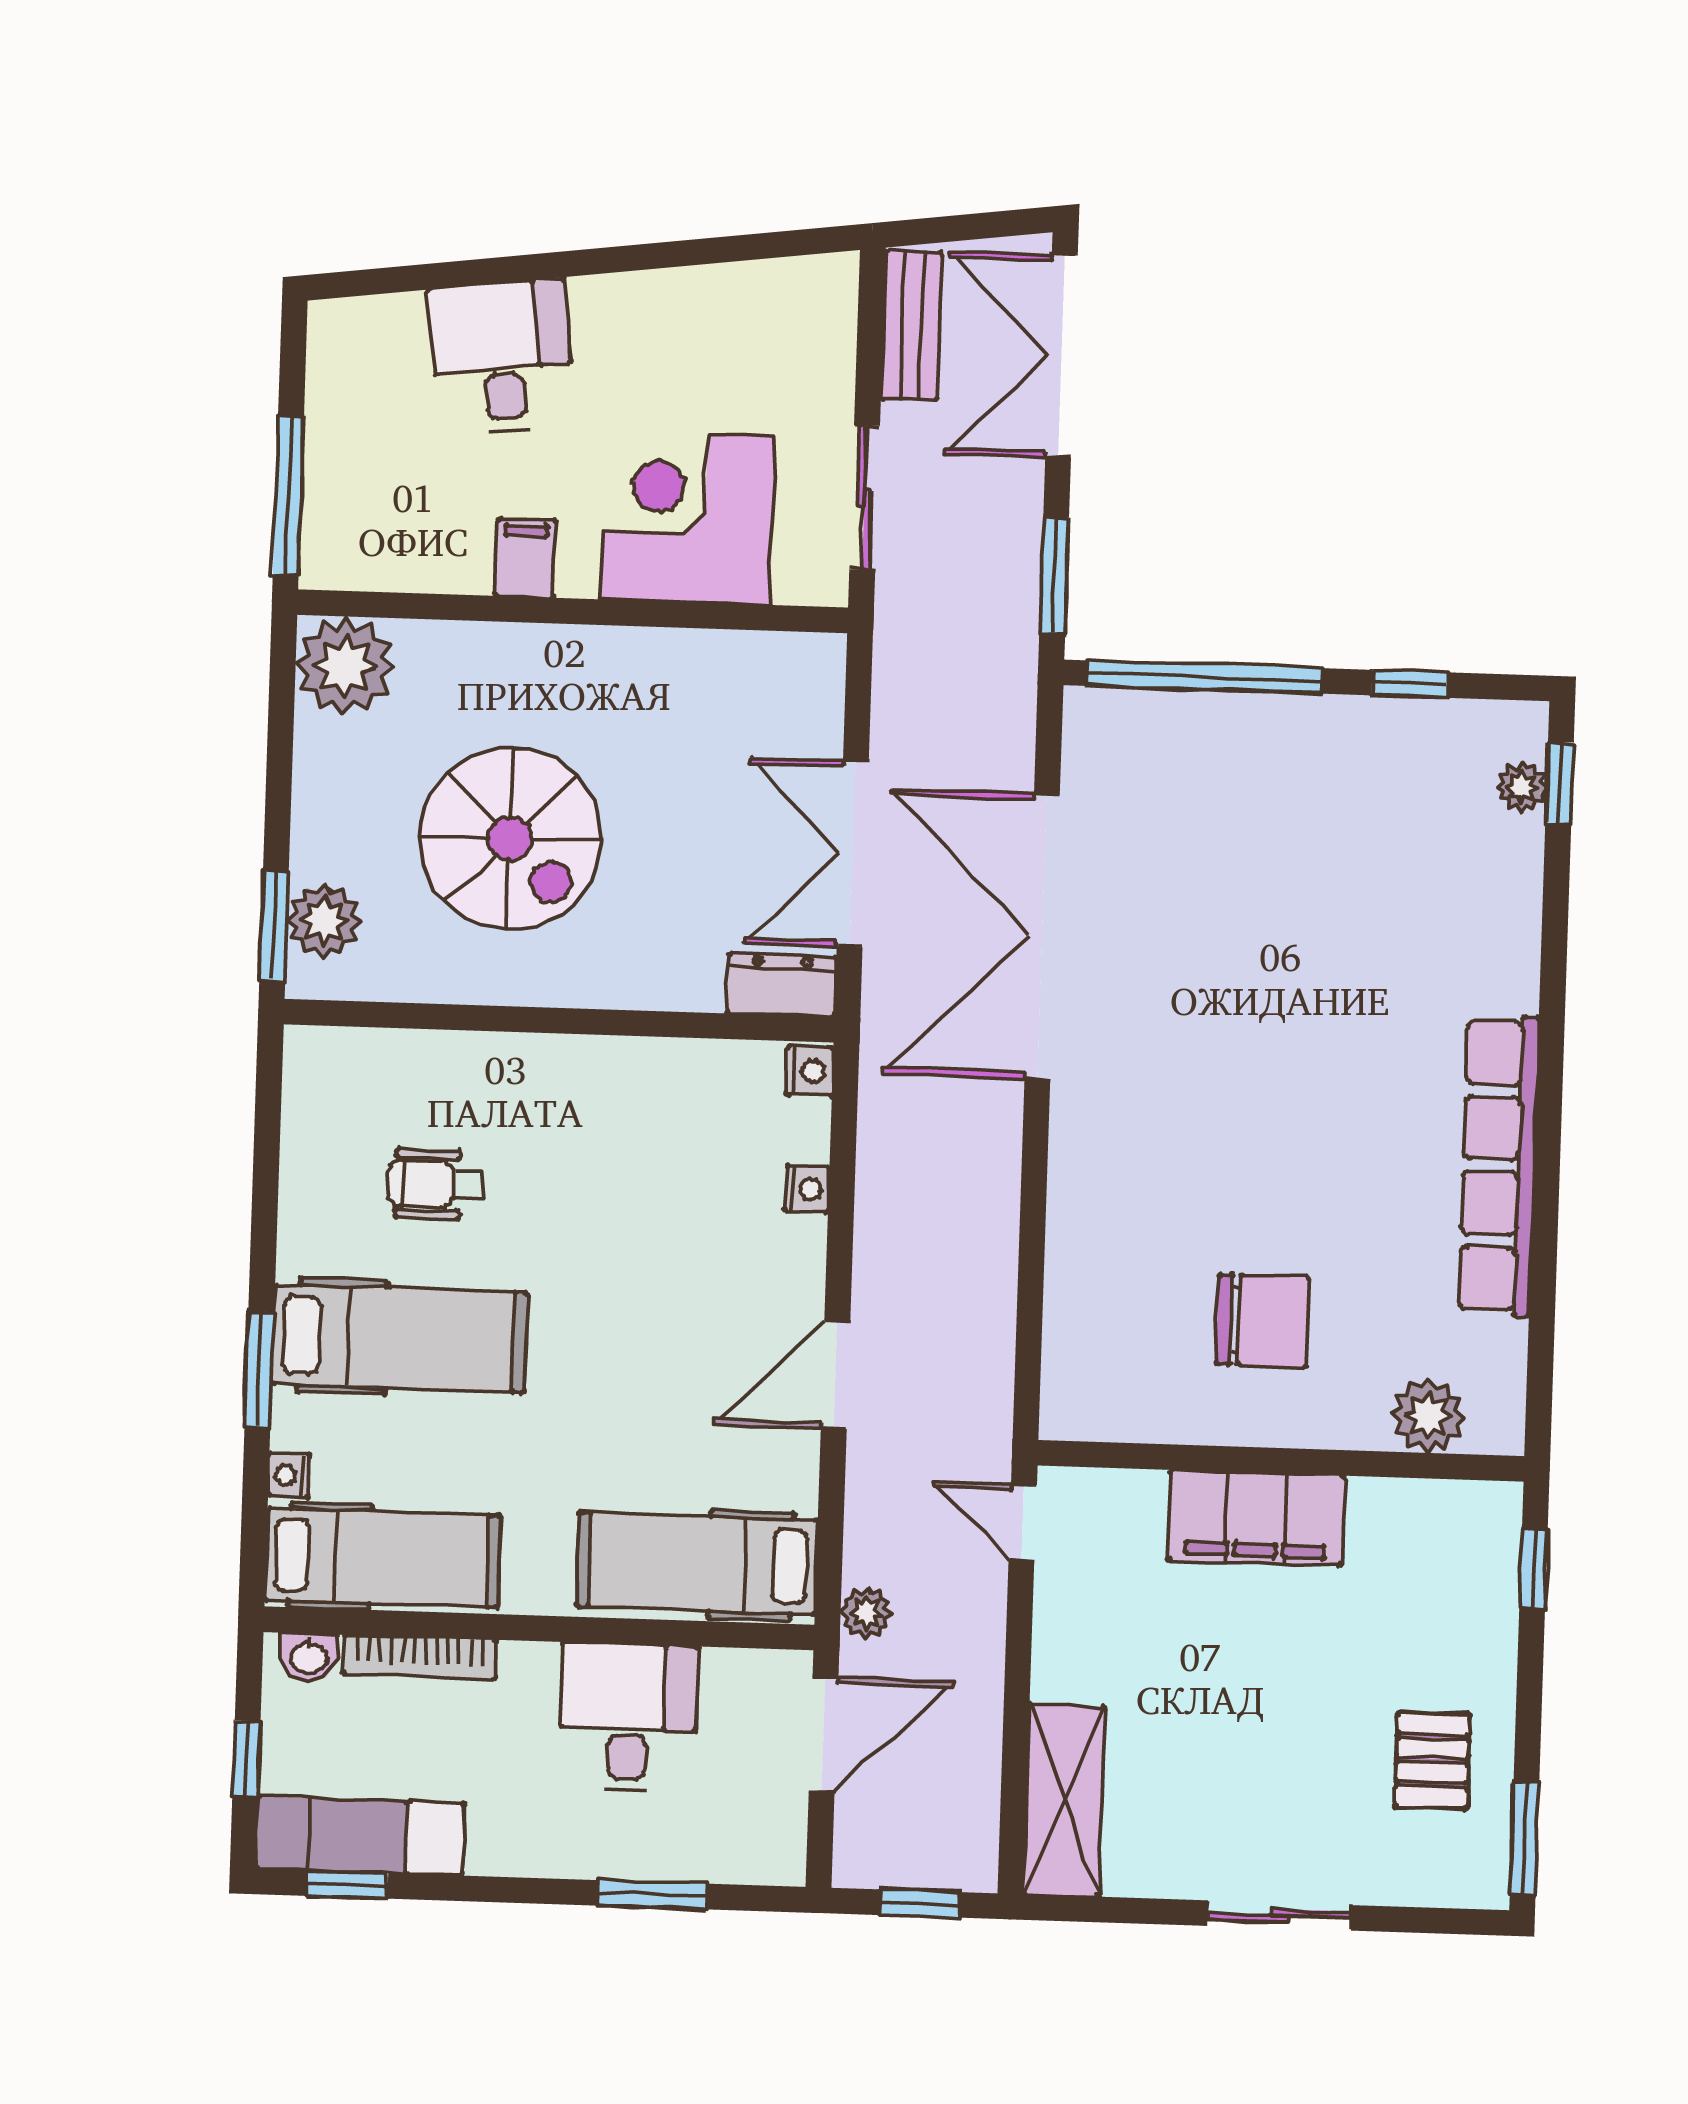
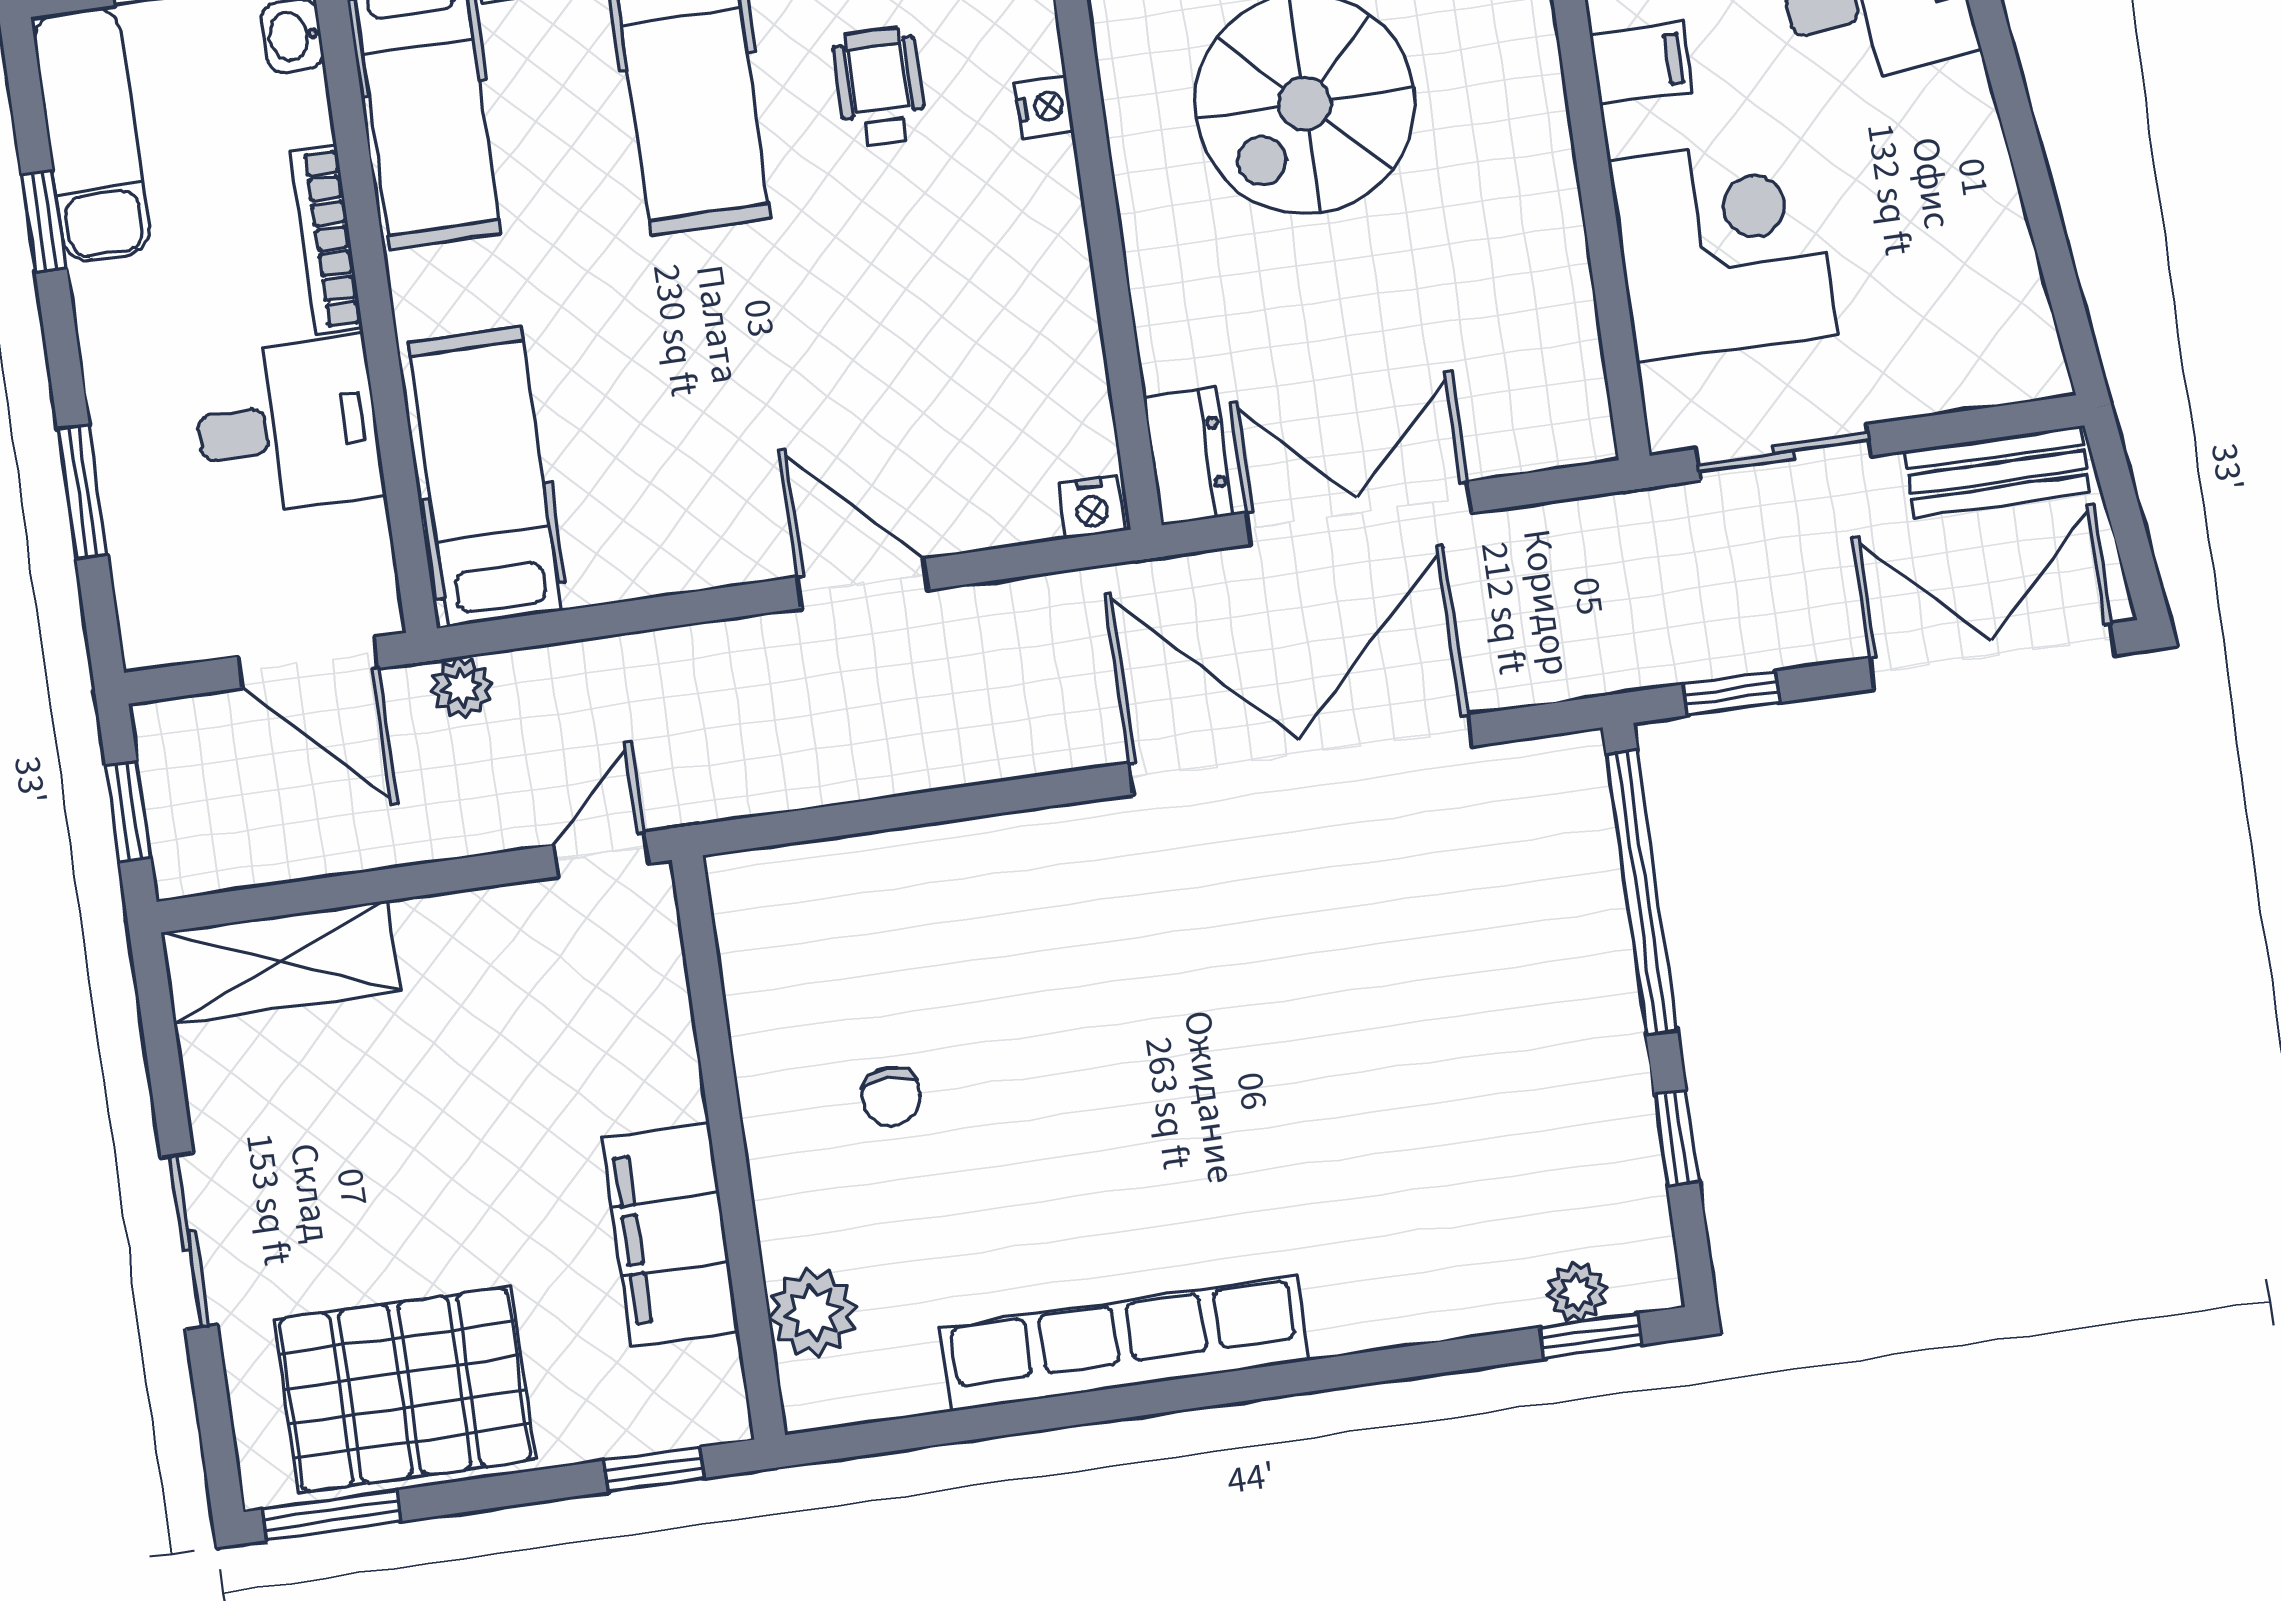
window: (1054, 575) -> (1731, 693), width x0.67
nightstand: (807, 1189) -> (1044, 107), moved, turned -90
chair: (1263, 1321) -> (891, 1096), width x0.54, depth x0.54
door: (835, 1375) -> (863, 584), moved
filing cabinet: (1256, 1518) -> (670, 1235), moved
bookcase: (420, 1657) -> (326, 239), moved
pallet: (1432, 1760) -> (405, 1390), width x2.05, depth x2.00
window: (347, 1885) -> (44, 222), moved

